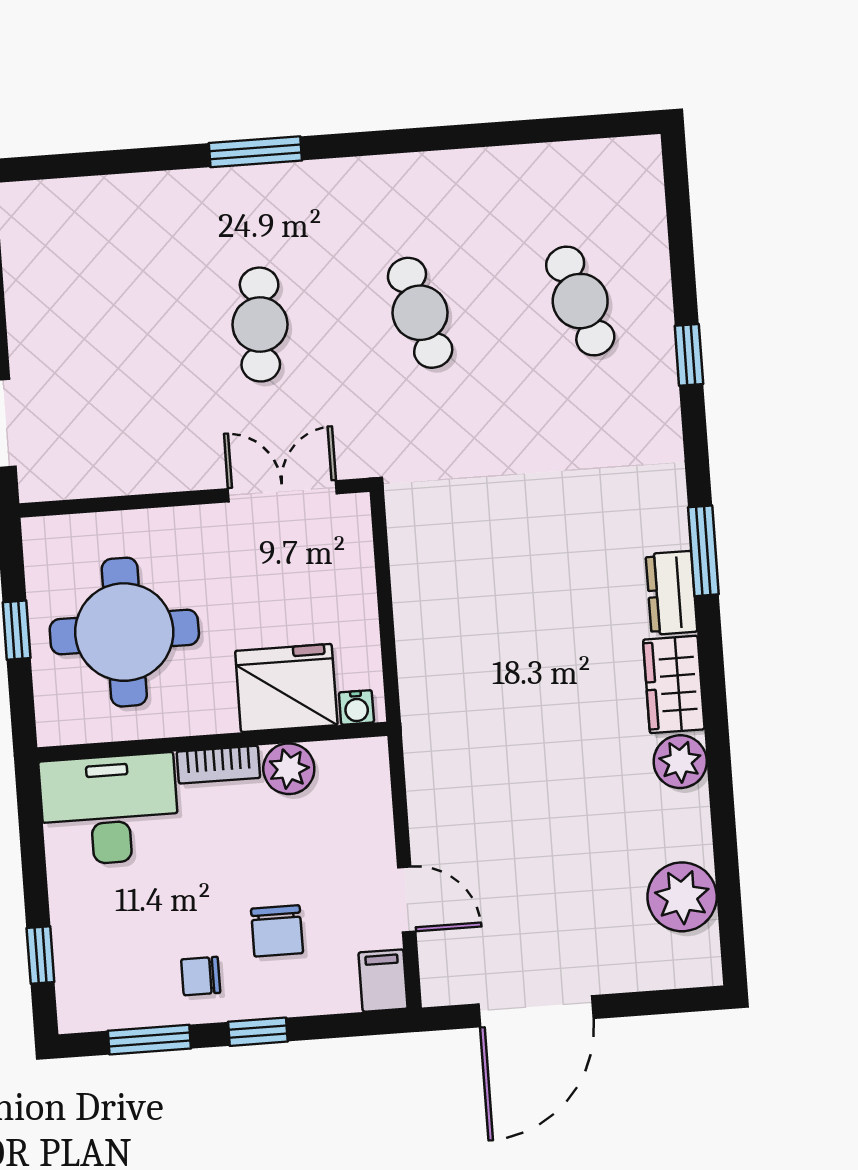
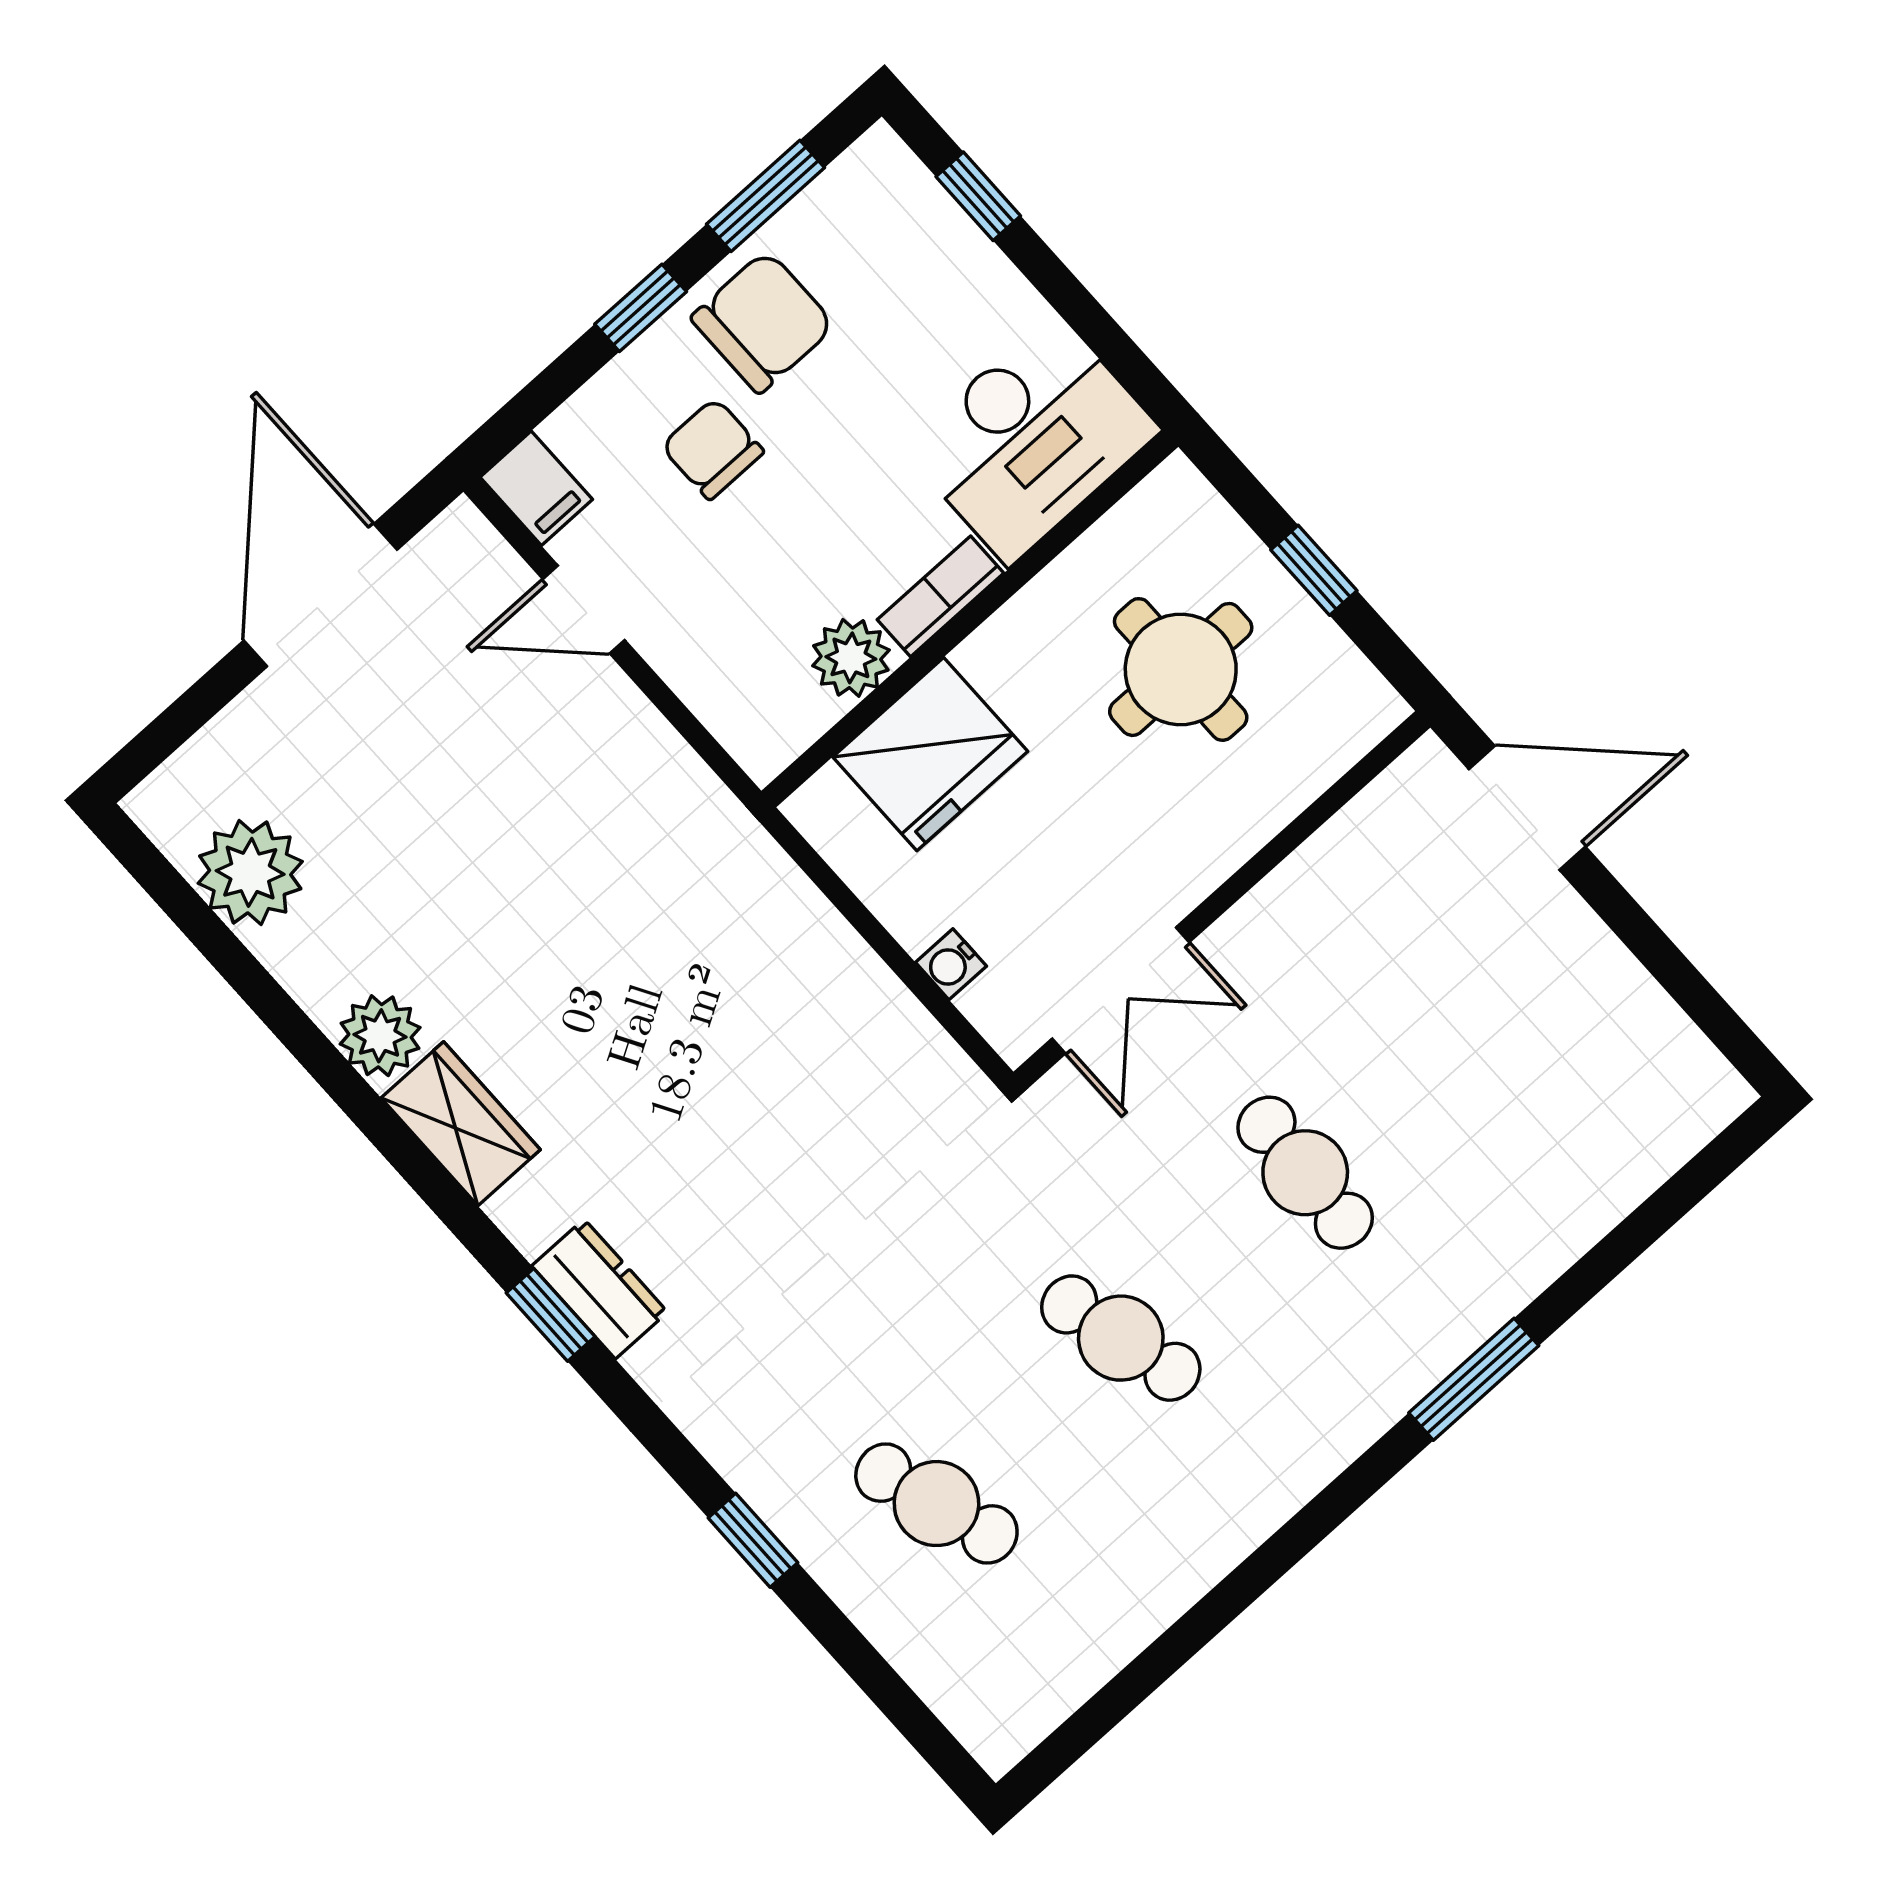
window: (703, 551) -> (551, 1315), width x0.67
dresser: (671, 593) -> (600, 1289), moved
round table: (124, 632) -> (1181, 669), width x0.73, depth x0.73
water cooler: (356, 707) -> (951, 964), moved, turned -90
chair: (201, 976) -> (763, 322), width x1.87, depth x1.87

